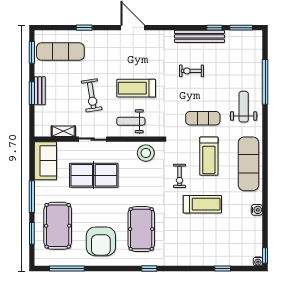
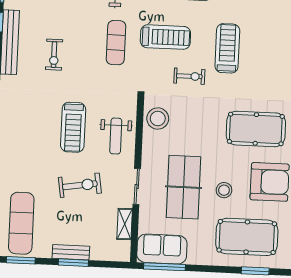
window: (32, 197) -> (165, 267), moved
stool: (93, 207) -> (224, 190), added

